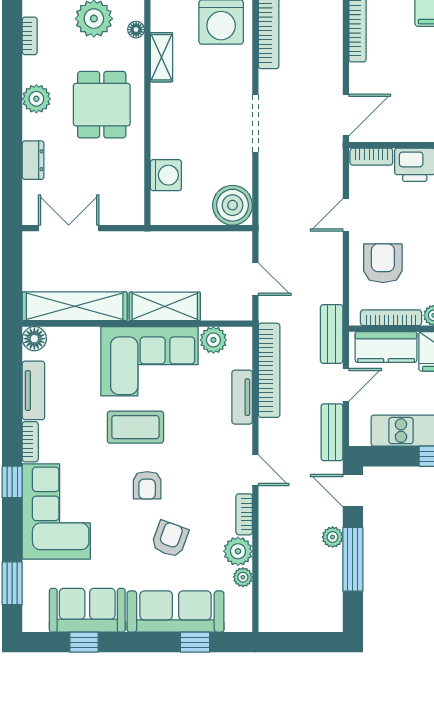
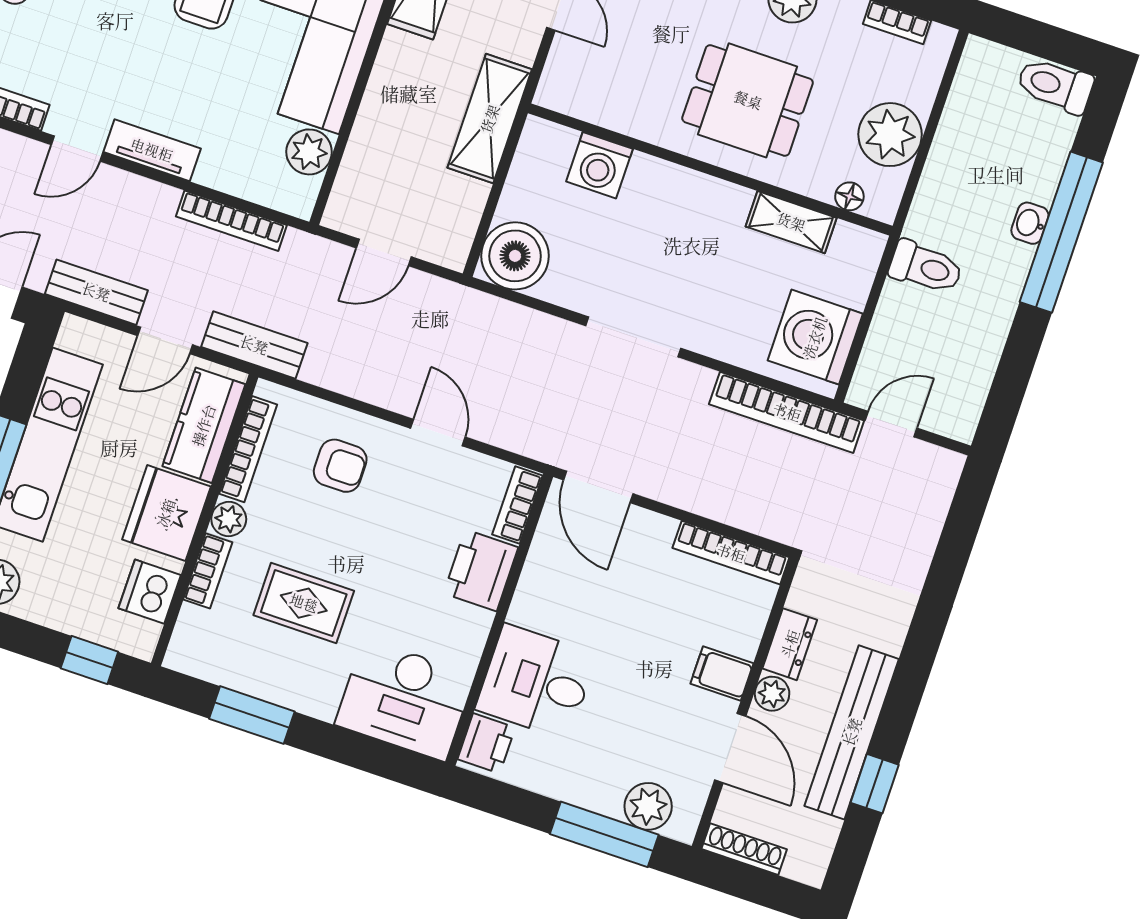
armchair: (383, 263) -> (340, 466), width x0.72, depth x0.72
shelving: (165, 306) -> (490, 119), moved
bookcase: (269, 370) -> (231, 221), width x0.68, depth x0.76
door: (346, 385) -> (165, 340), hinge flipped
tv unit: (242, 397) -> (152, 150), moved

